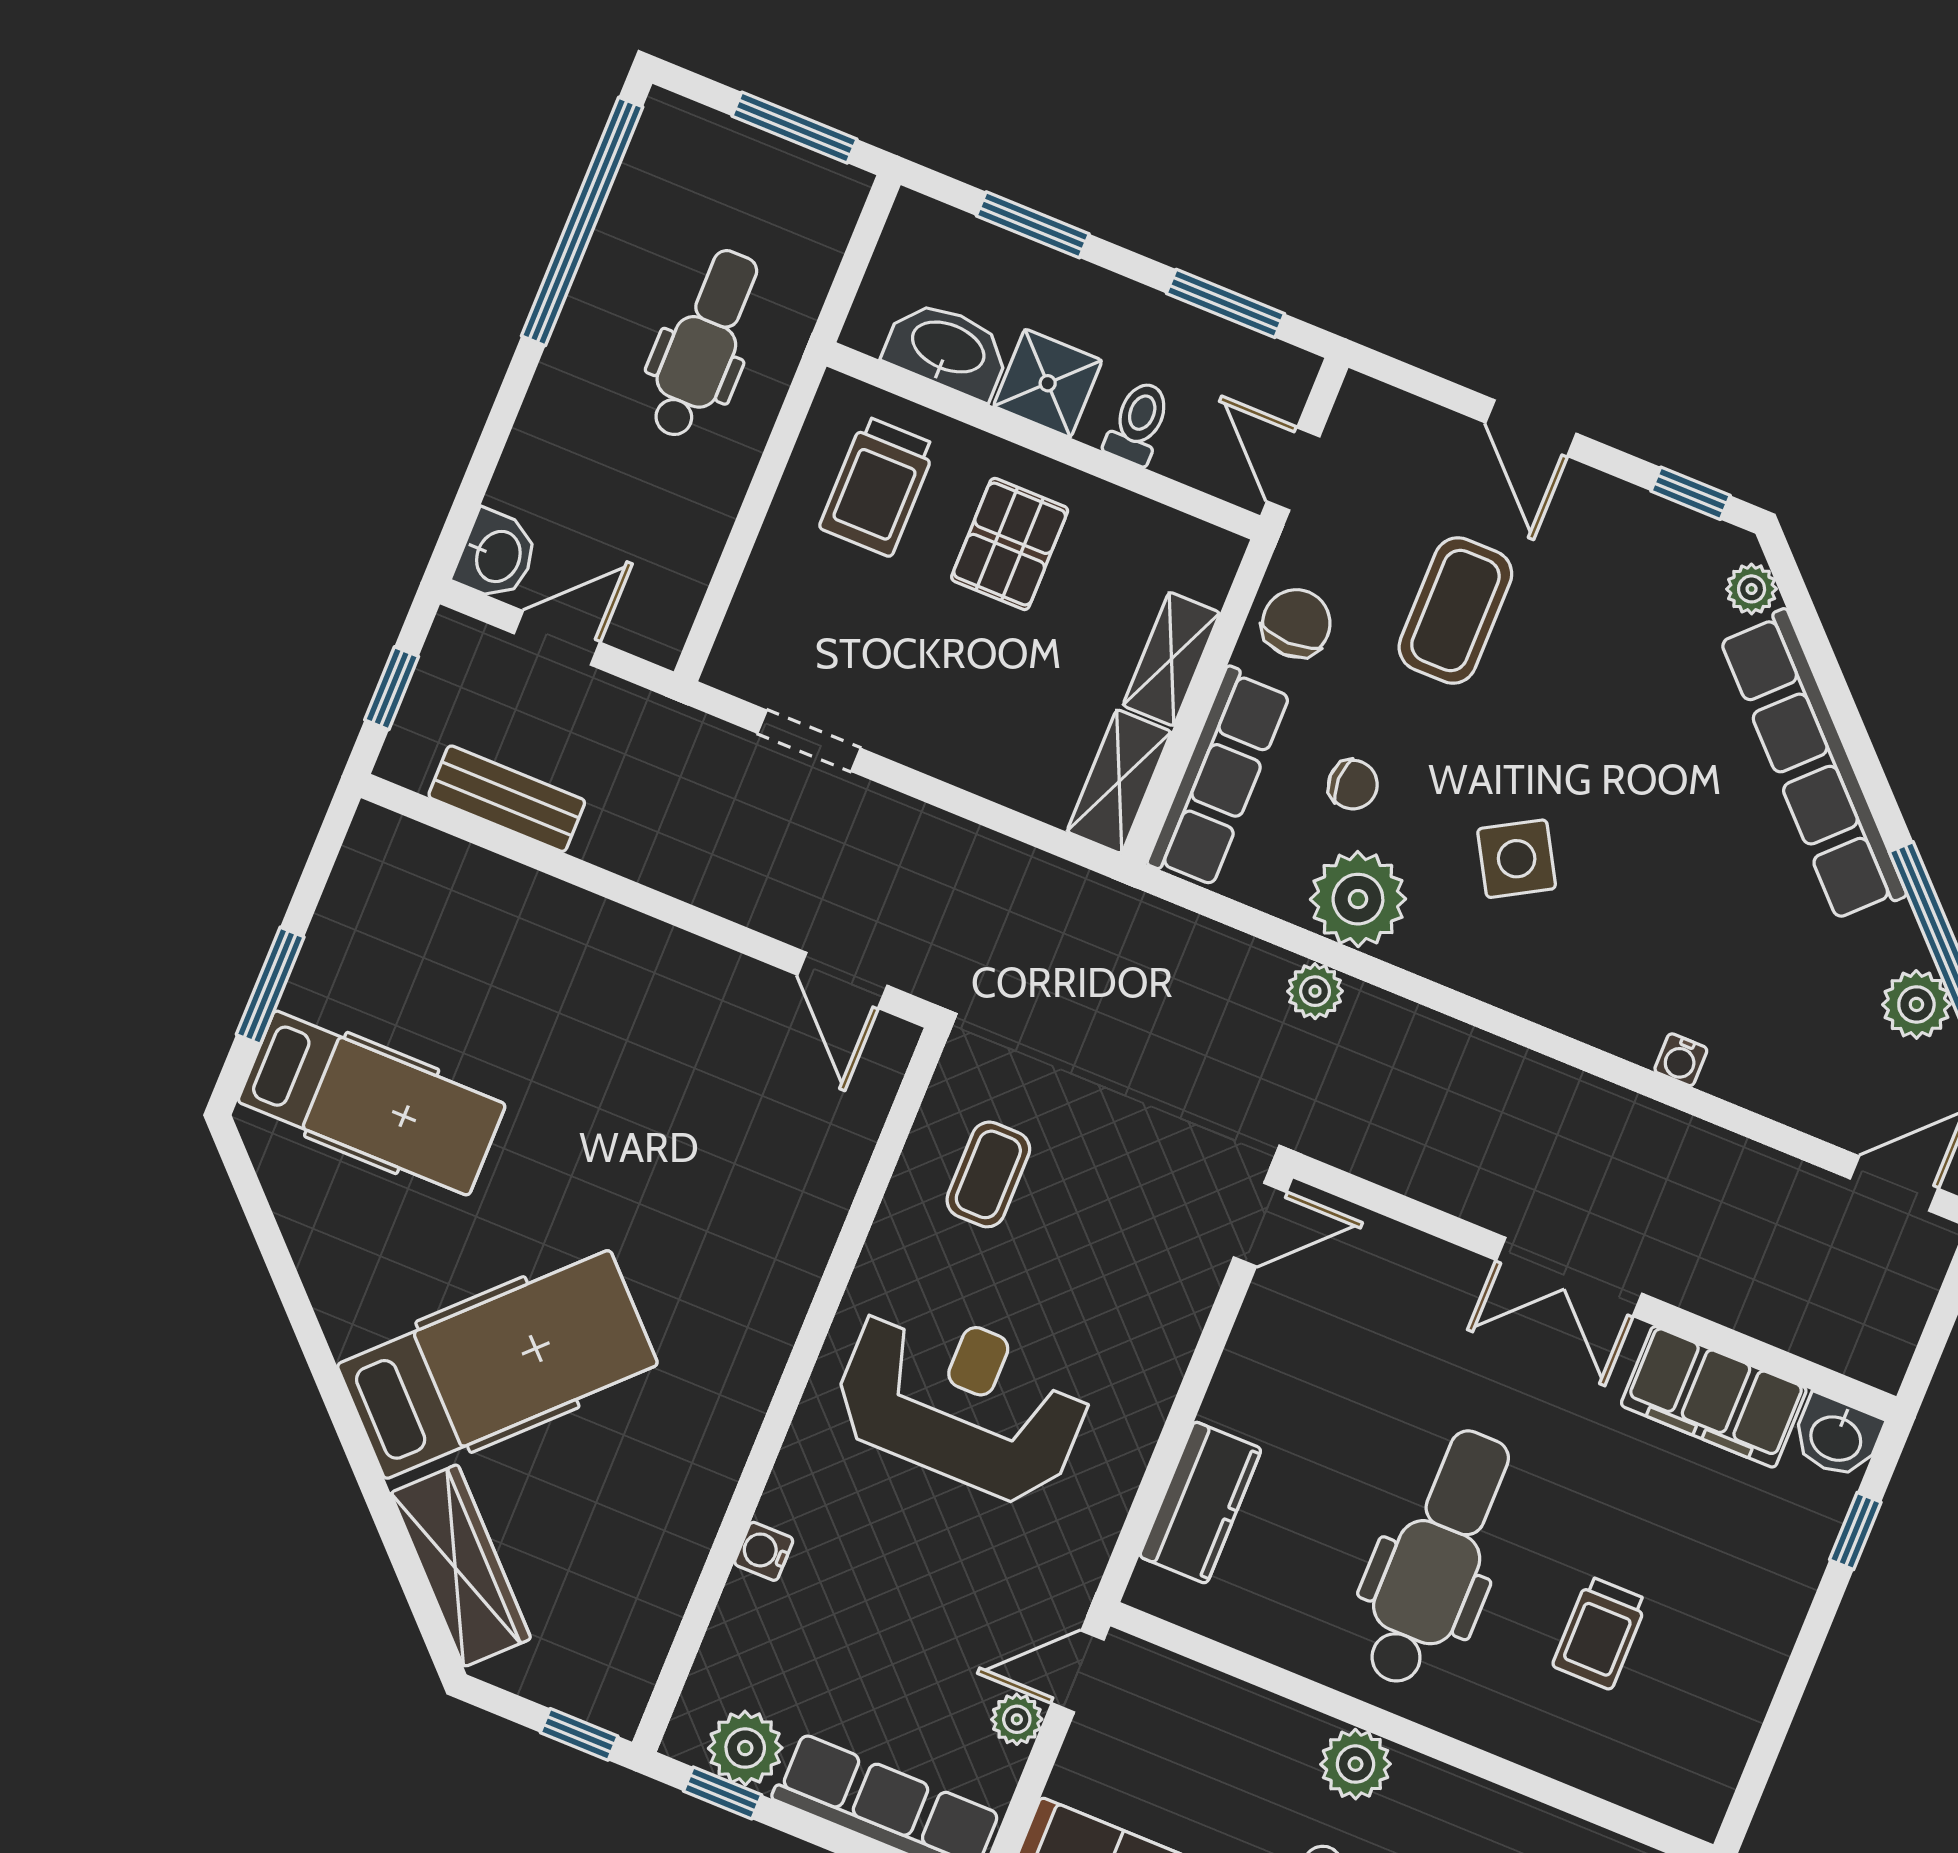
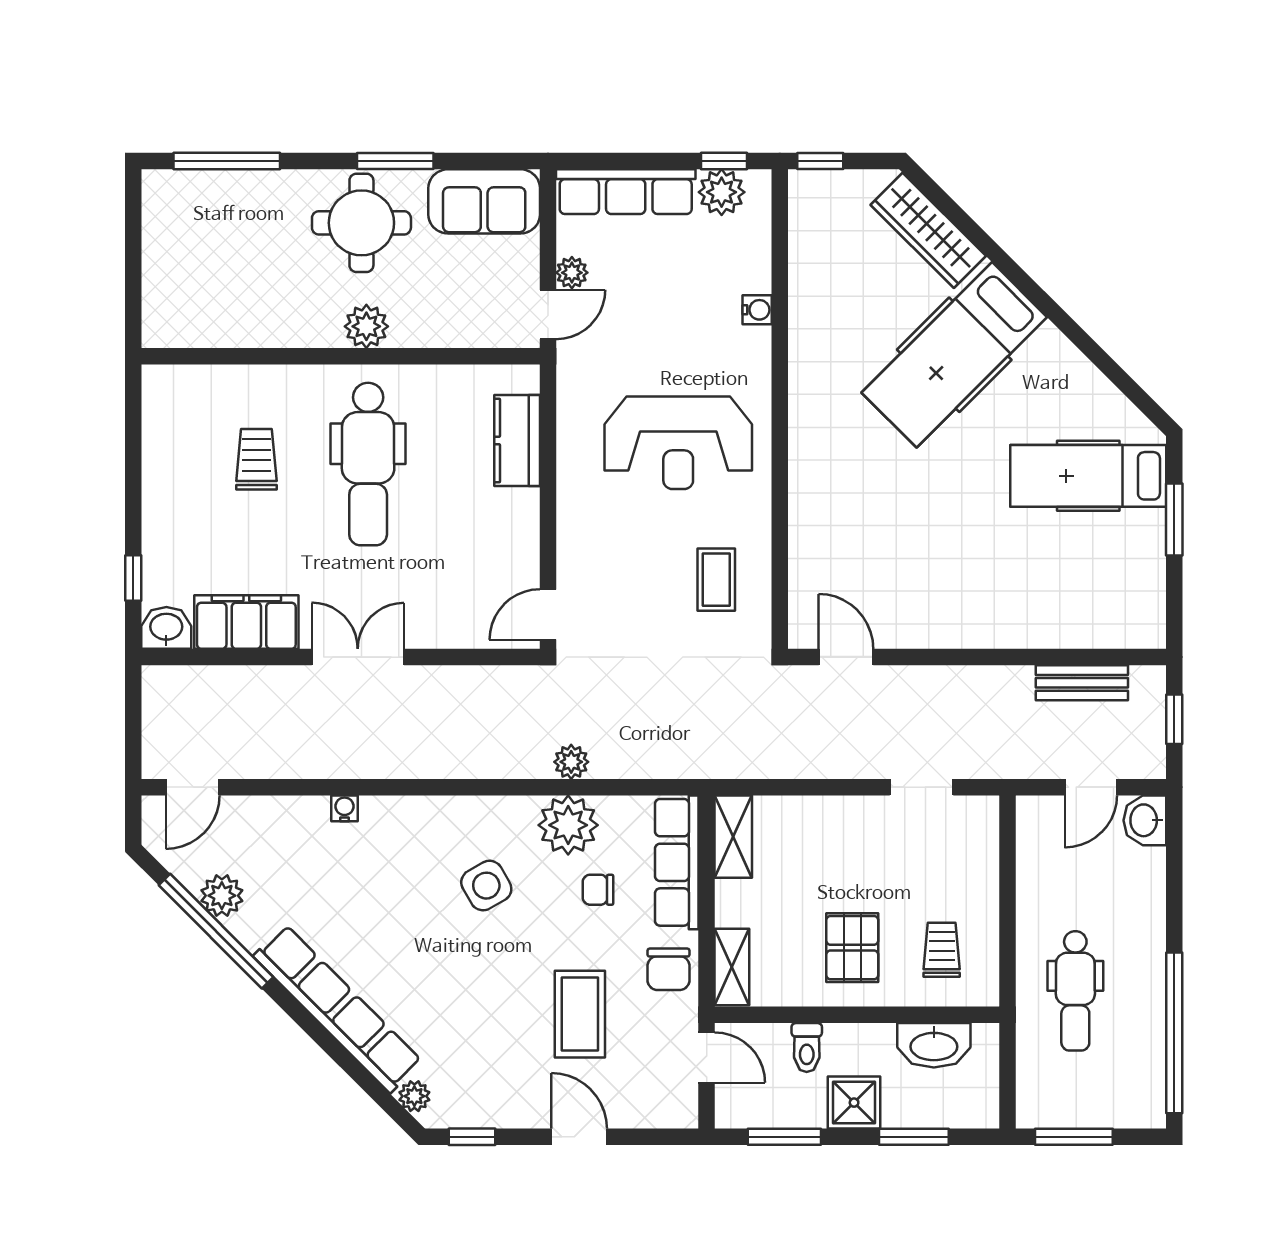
shower: (1048, 383) -> (854, 1103), moved
trolley: (878, 486) -> (942, 950), width x0.73, depth x0.72
shelving: (1171, 659) -> (732, 967), moved

